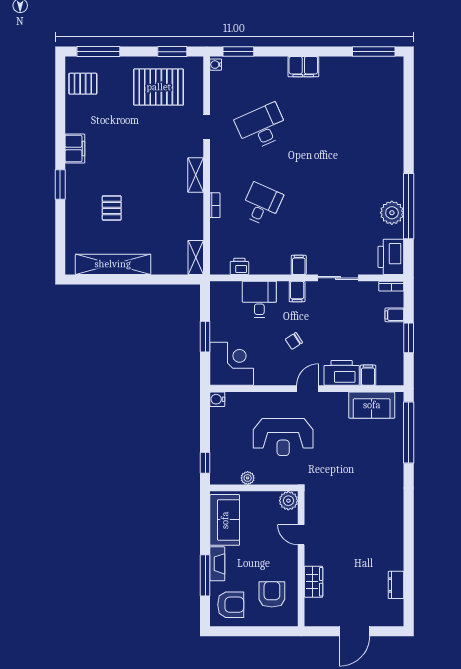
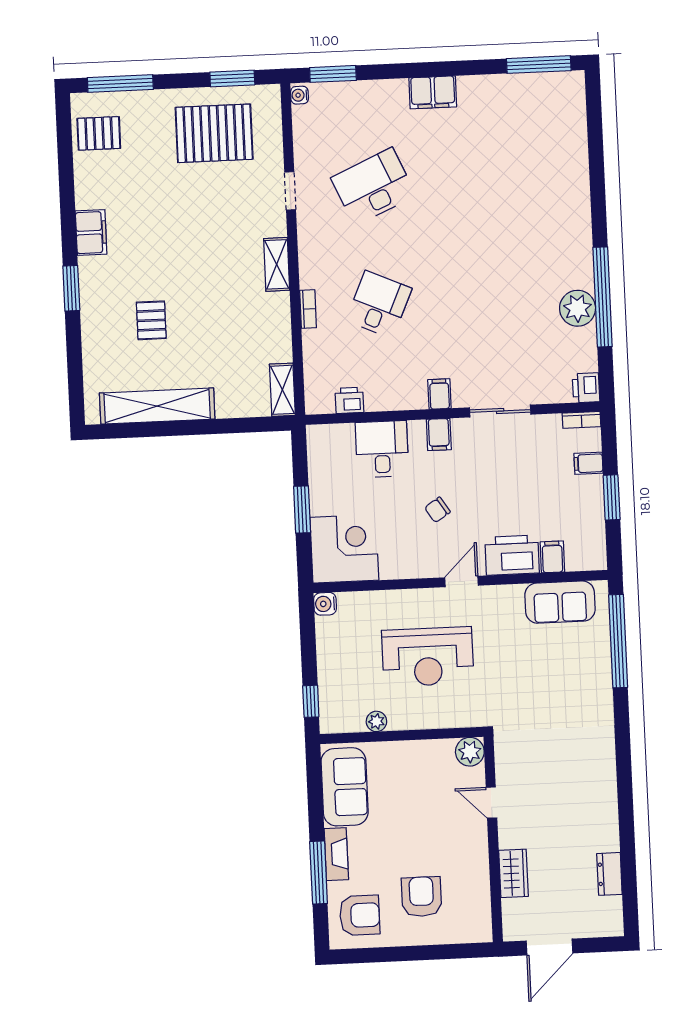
printer: (391, 257) -> (586, 388), width x0.53, depth x0.68
plant: (288, 501) -> (470, 752), moved
door: (301, 535) -> (491, 803), moved
wall: (301, 559) -> (493, 839), moved
wardrobe: (313, 582) -> (513, 873), moved

